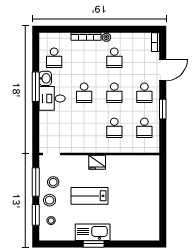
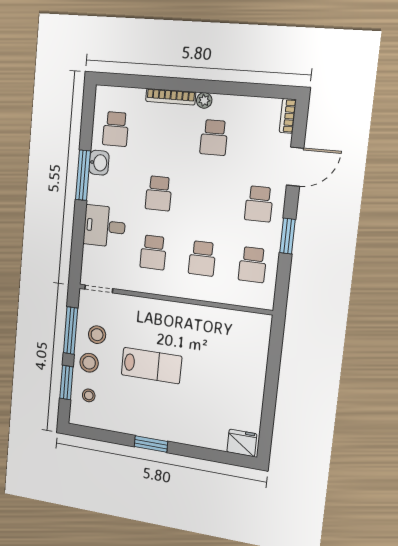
school desk: (114, 93) -> (153, 252), moved
desk: (52, 98) -> (104, 226), moved
fridge: (97, 162) -> (242, 443), moved, turned 180
lab bench: (89, 196) -> (151, 366), turned 180
kitchen sink: (93, 232) -> (151, 425), removed

